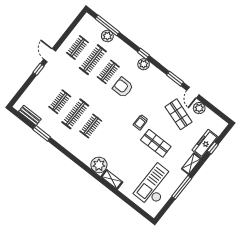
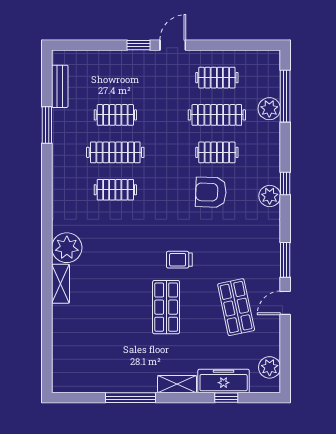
armchair: (123, 87) -> (211, 192), turned -88
plant: (199, 108) -> (270, 367), moved
shop shelf: (179, 114) -> (236, 307), turned -30
checkout: (155, 186) -> (102, 356), removed

